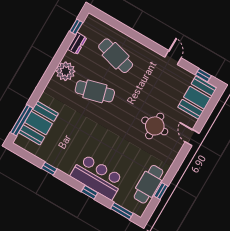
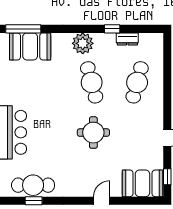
window: (76, 27) -> (112, 29), moved
plant: (66, 71) -> (83, 43), moved
round table: (155, 126) -> (93, 133), moved

